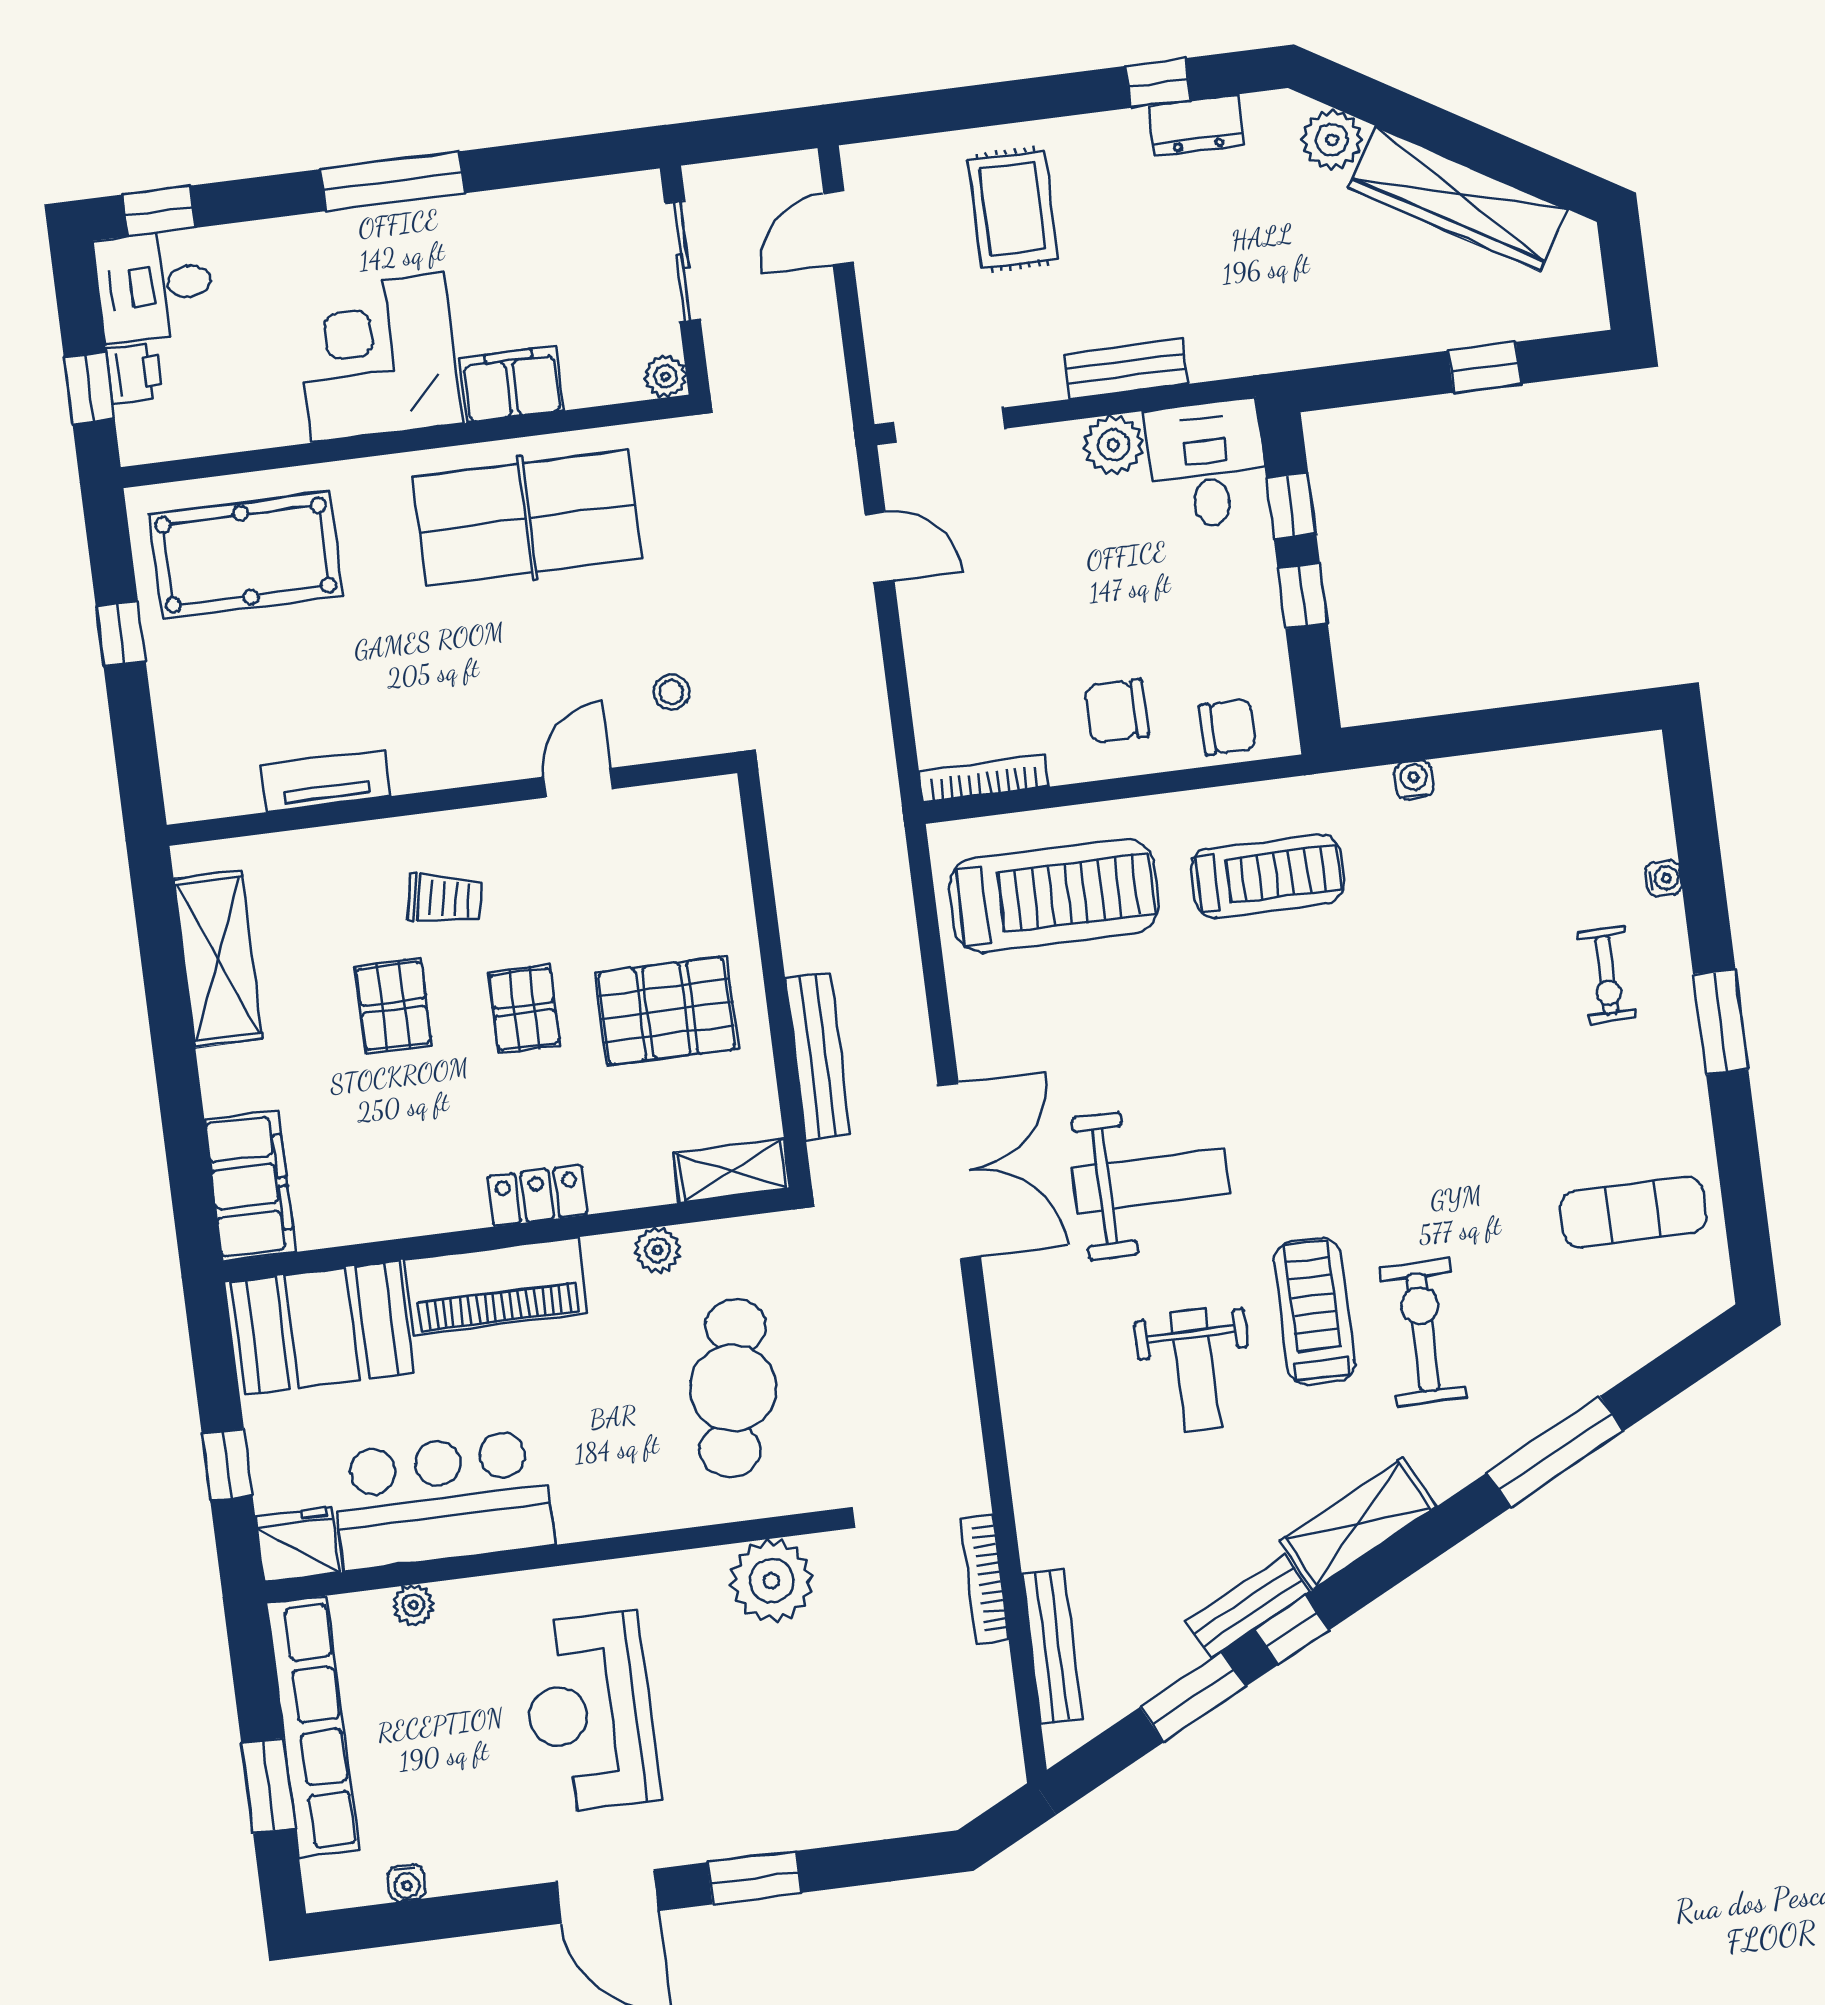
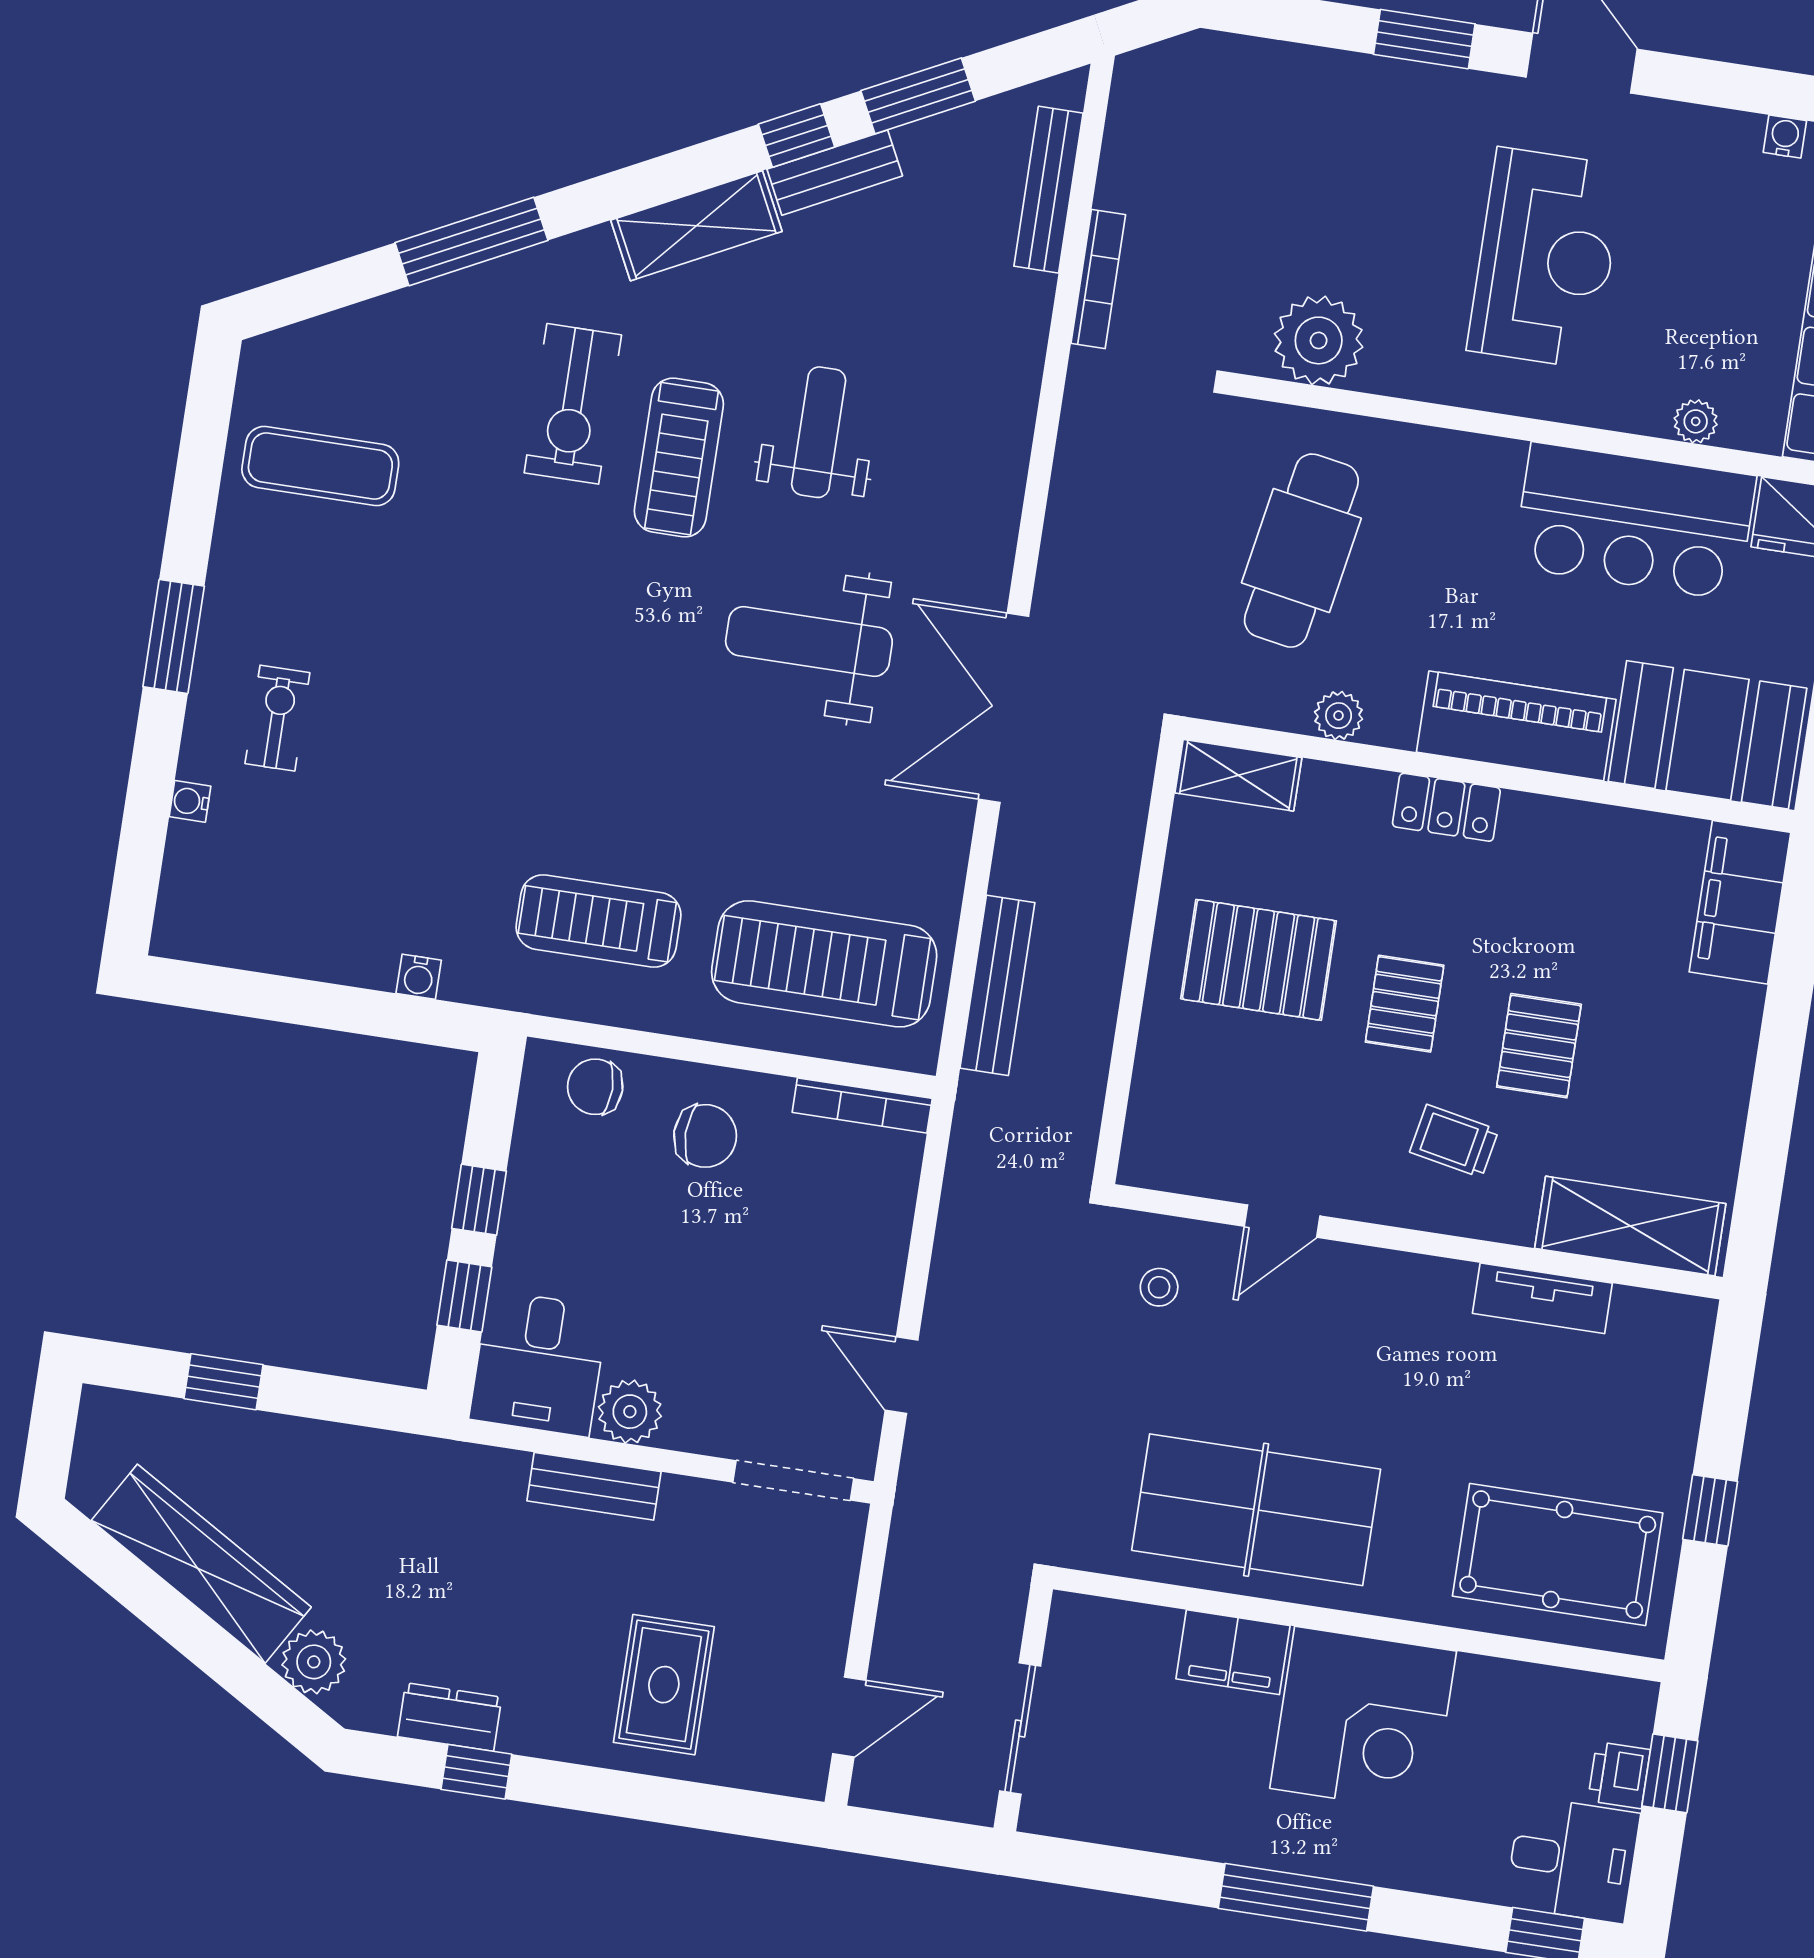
plant: (665, 376) -> (1072, 1615), removed
shelving: (218, 959) -> (1630, 1226), moved, turned 90
bench: (818, 1056) -> (997, 985), moved

